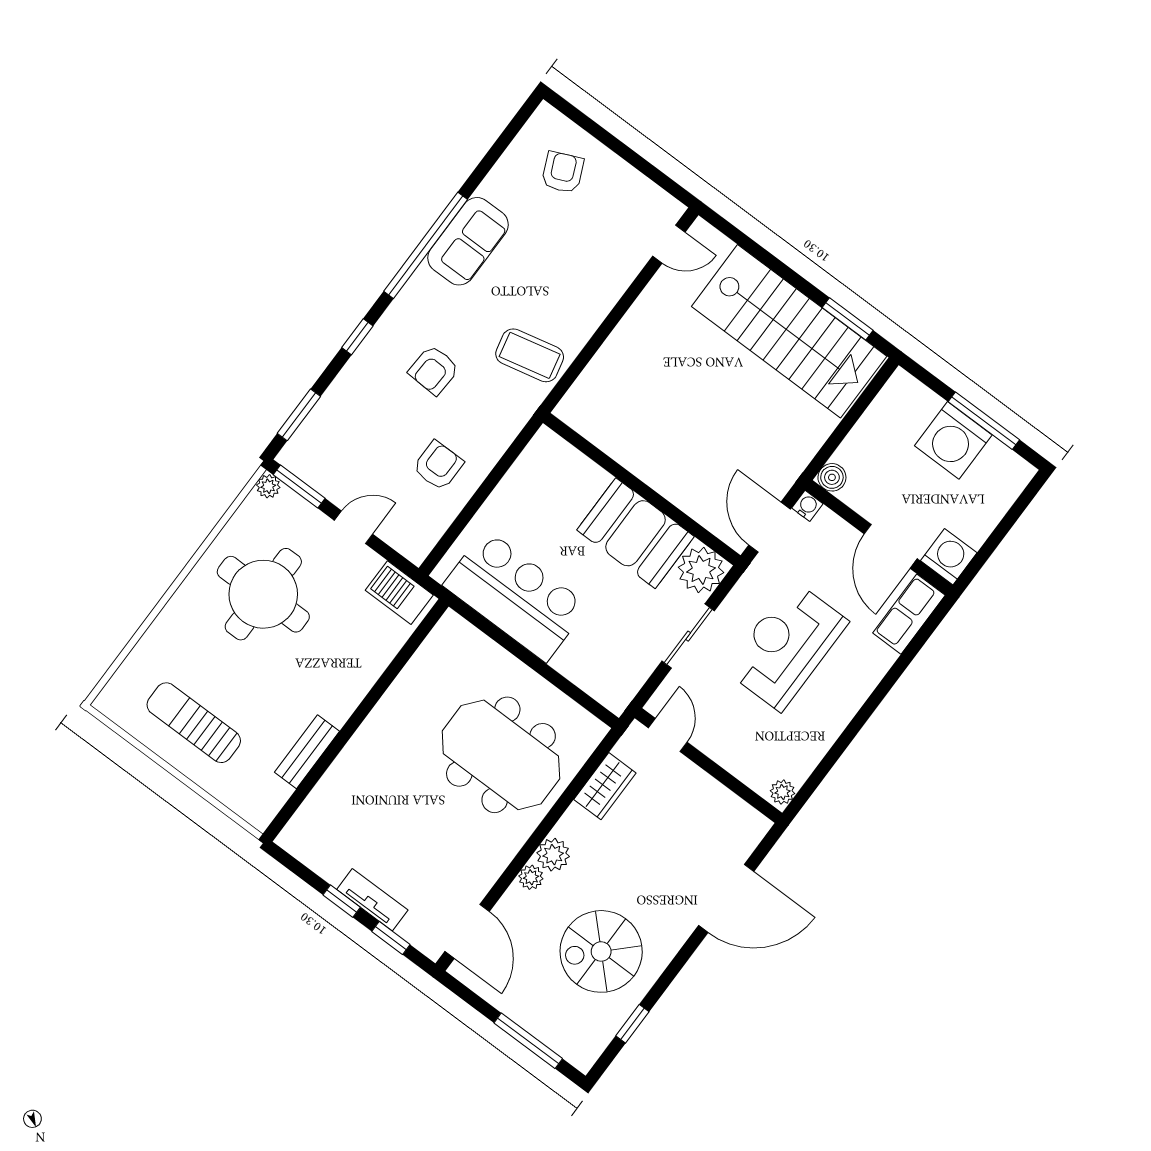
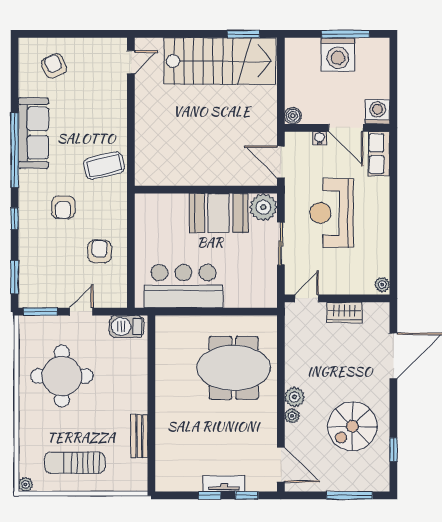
sofa: (468, 241) -> (33, 133), width x1.36
plant: (268, 486) -> (25, 484), moved
water cooler: (807, 506) -> (320, 138), moved
door: (668, 735) -> (307, 298), hinge flipped
wardrobe: (605, 786) -> (344, 312), moved, turned 90

